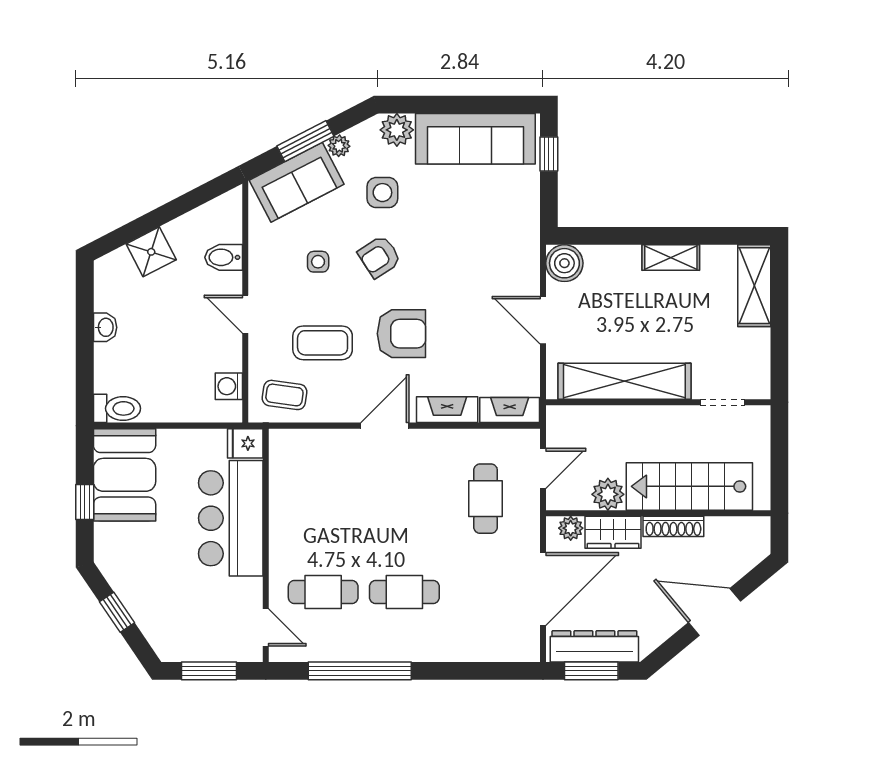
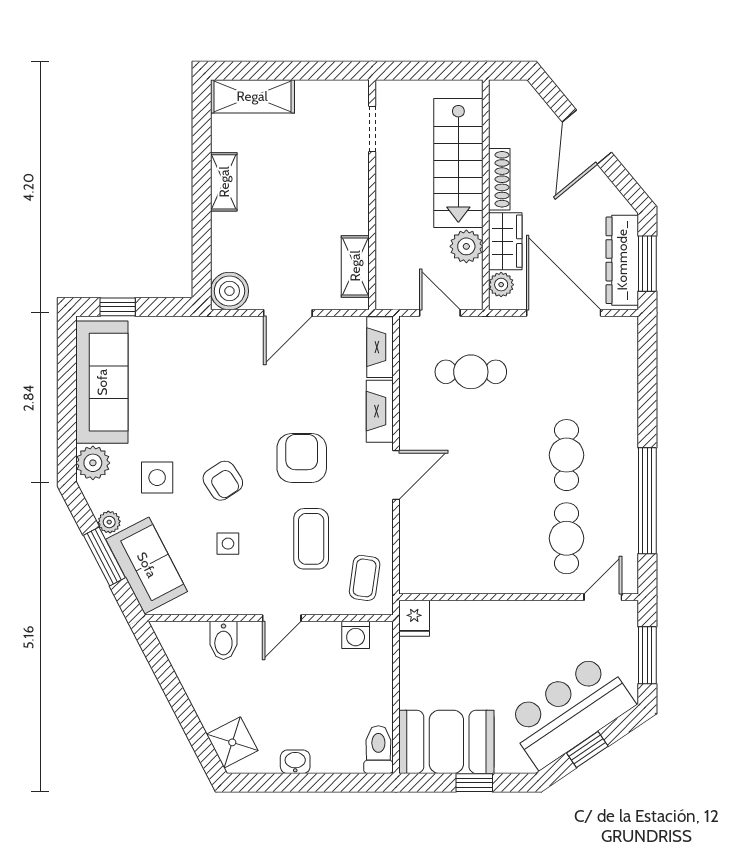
shower: (151, 252) -> (232, 742), moved
shelving: (624, 381) -> (355, 266), width x0.45, depth x0.75
door: (385, 426) -> (396, 475), swing flipped
bar counter: (231, 518) -> (570, 711), moved, turned 146

